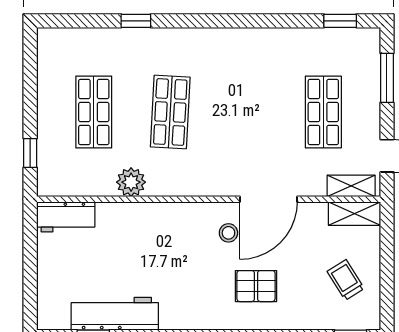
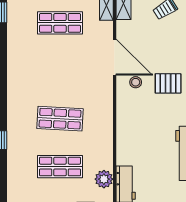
plant: (131, 182) -> (104, 179), moved
pallet: (256, 286) -> (168, 83), moved, turned 90

